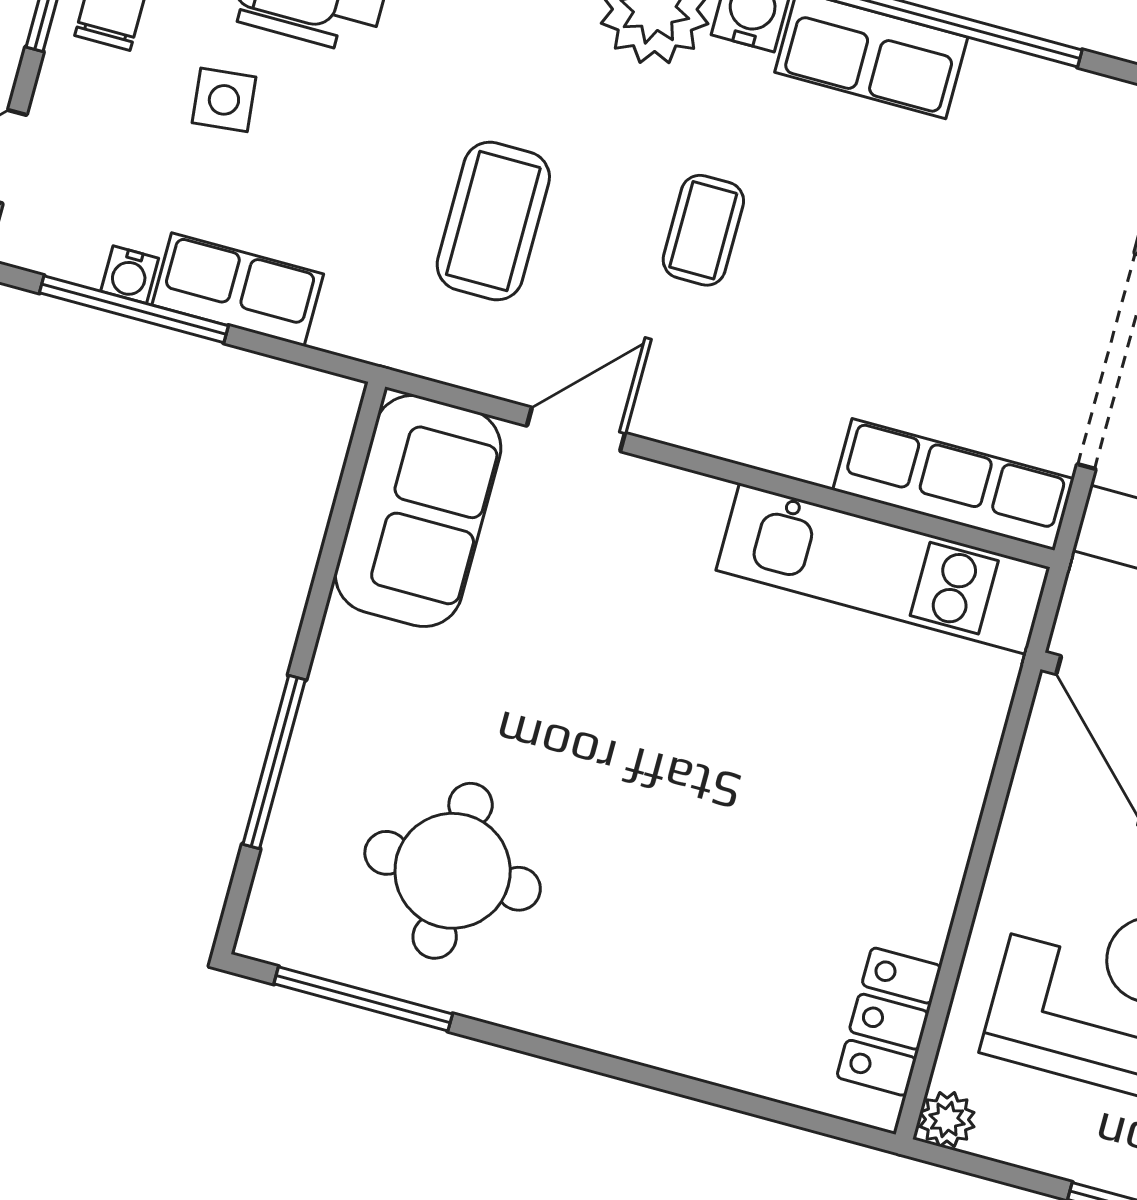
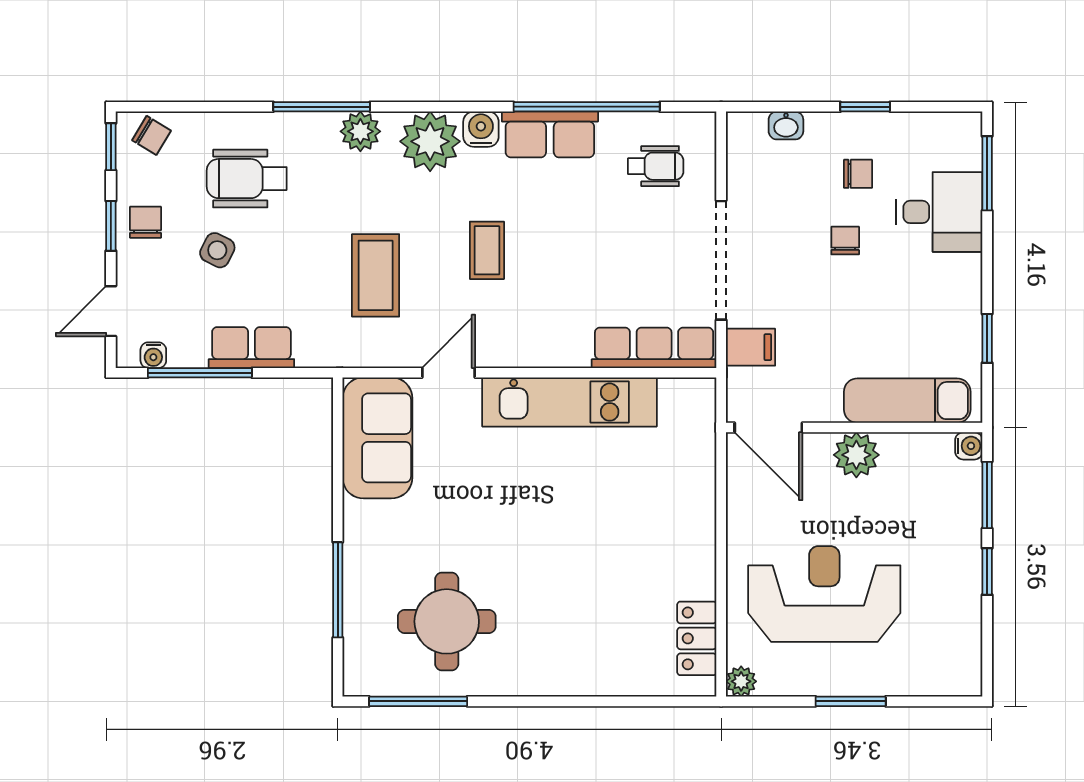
side table: (224, 100) -> (217, 250), turned 33
wheelchair: (1044, 162) -> (656, 166), added
water cooler: (130, 275) -> (153, 355), moved
kitchen unit: (883, 569) -> (569, 402), moved

